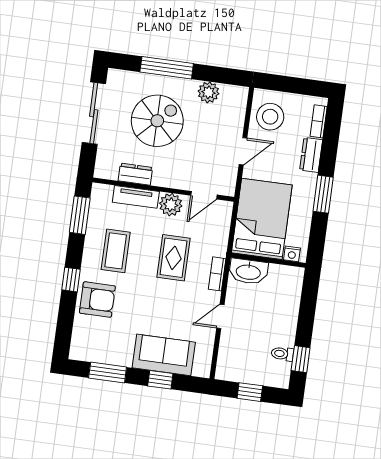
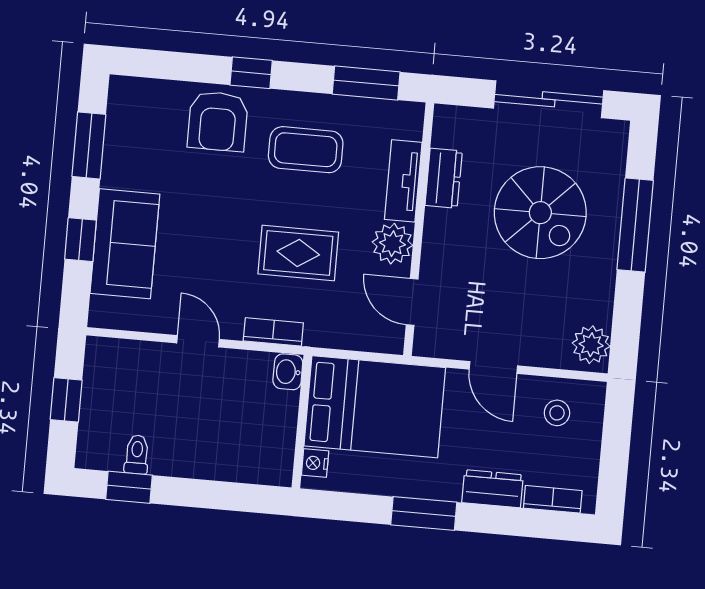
plant: (208, 92) -> (591, 345), moved
stool: (270, 117) -> (557, 413), width x0.53, depth x0.53
washbasin: (248, 272) -> (288, 372), width x0.52, depth x0.69

